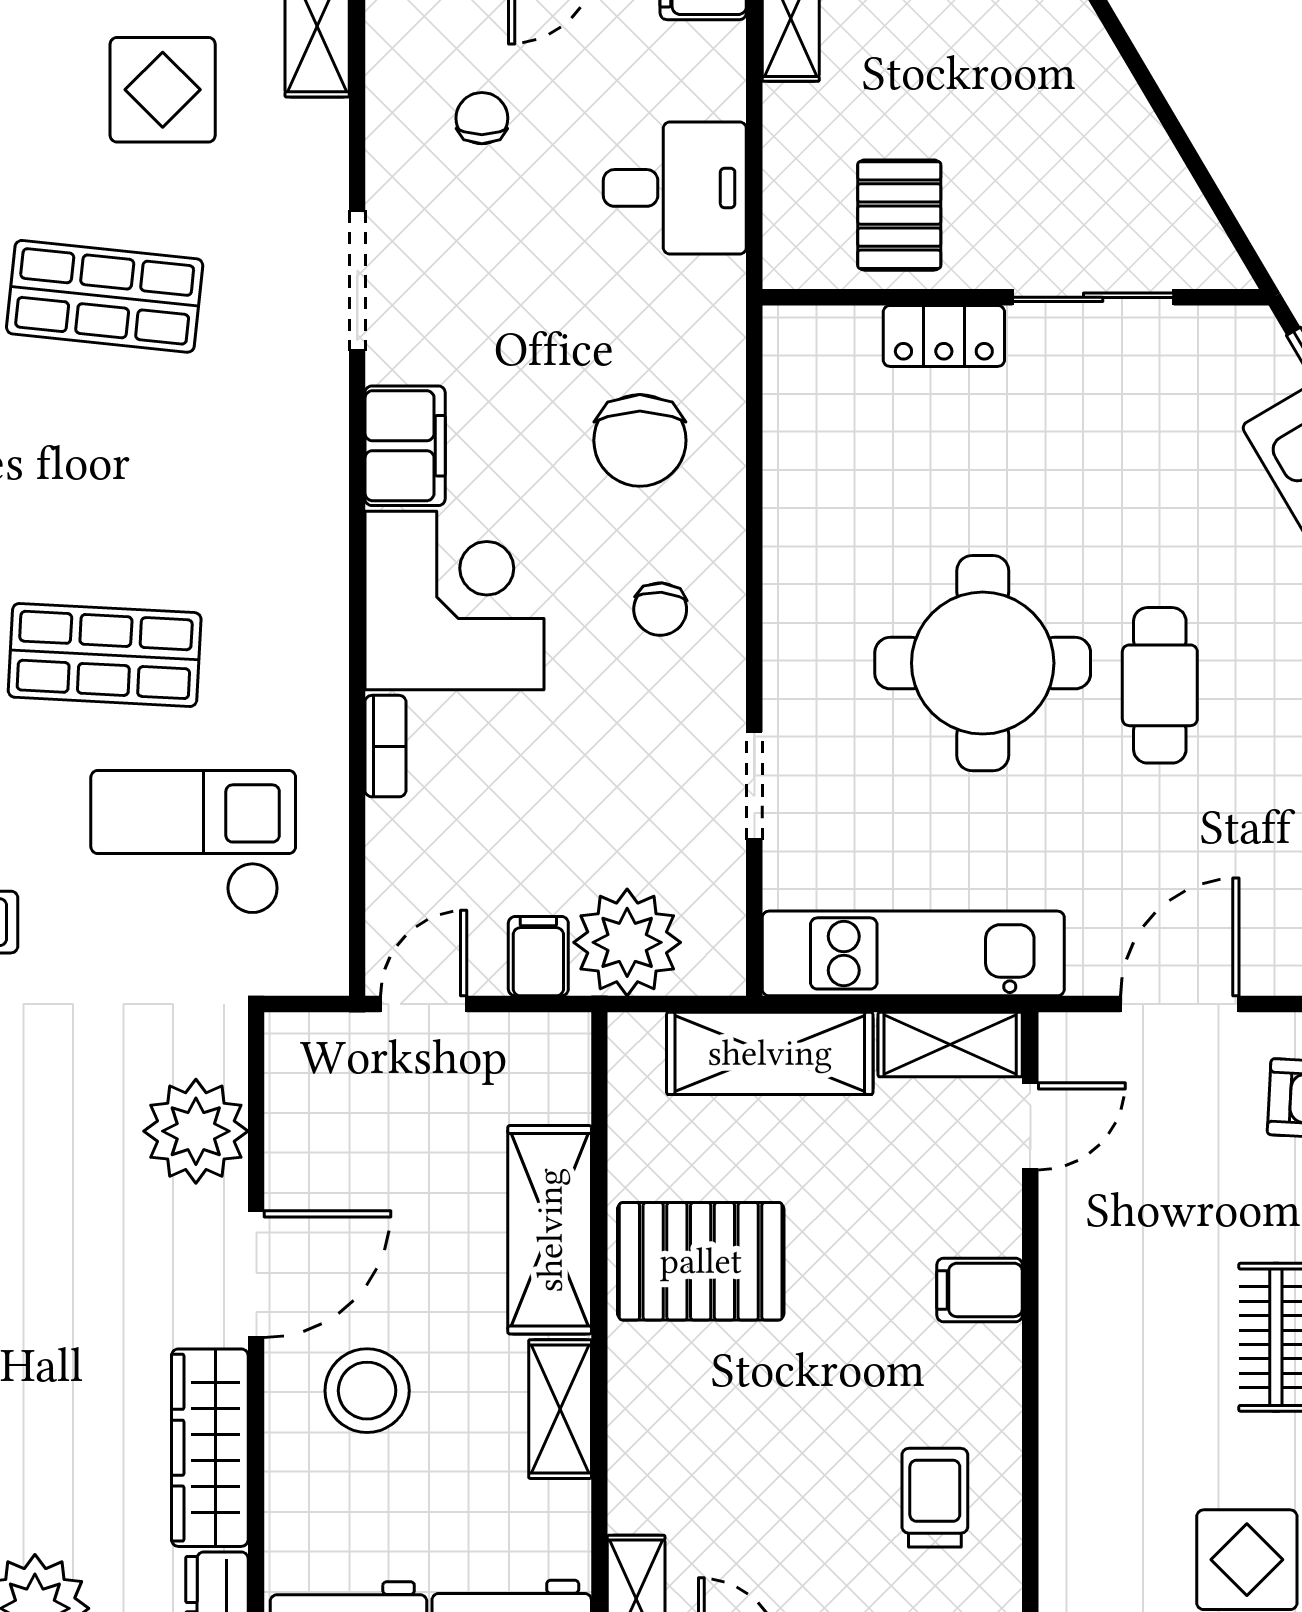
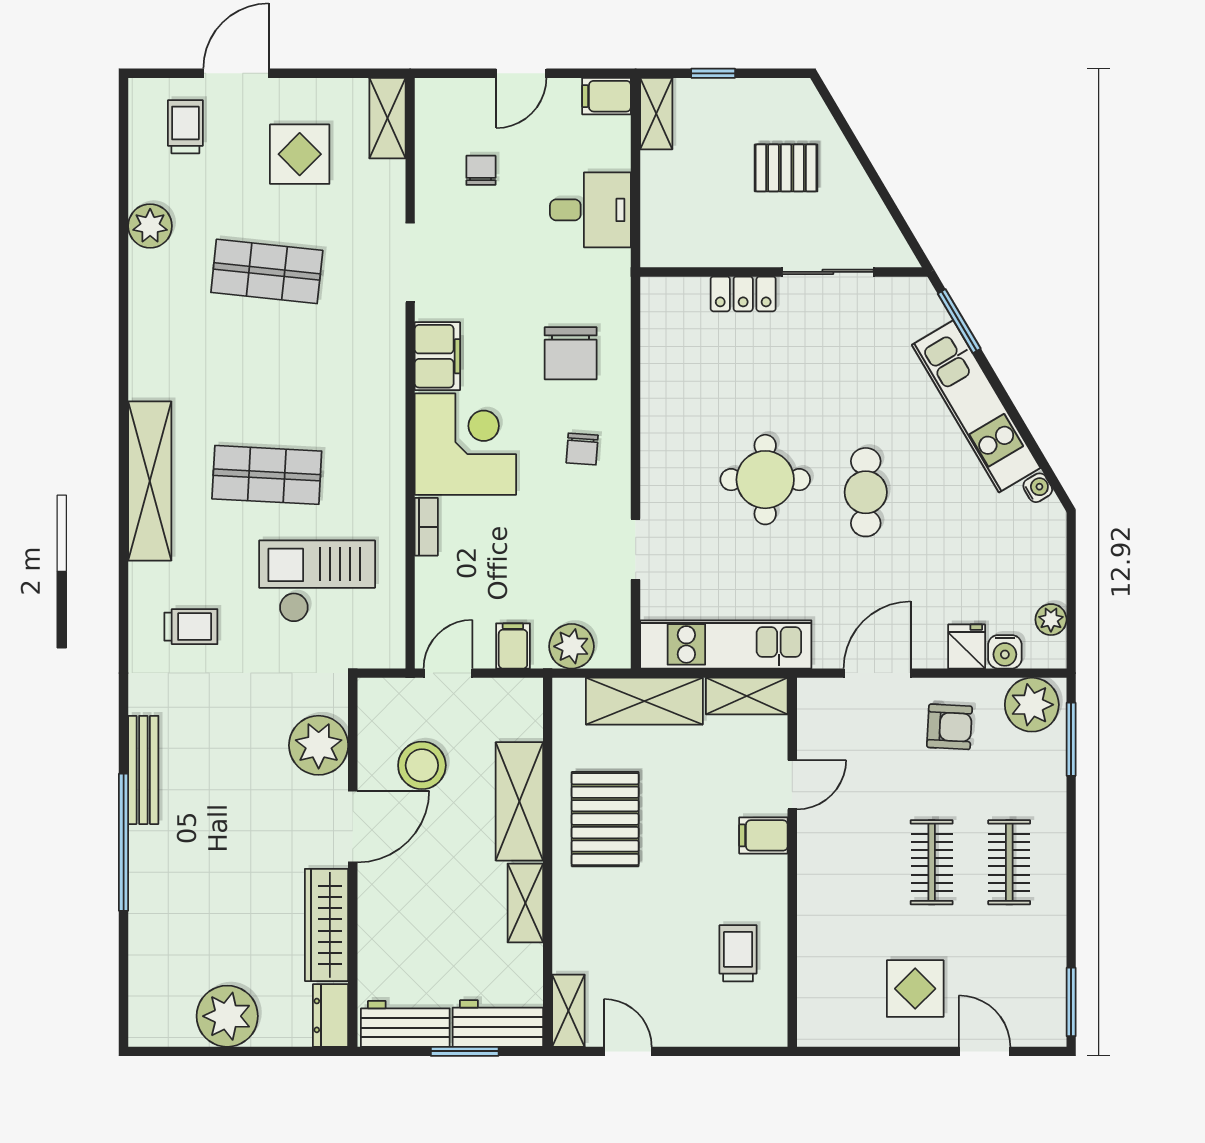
pallet: (899, 215) -> (786, 168), moved, turned 90
round table: (983, 663) -> (765, 480), width x0.73, depth x0.73
plant: (627, 942) -> (572, 646), width x0.73, depth x0.73
door: (1030, 1126) -> (792, 785), moved
pallet: (701, 1261) -> (605, 819), turned 90
stool: (367, 1391) -> (422, 765), moved

